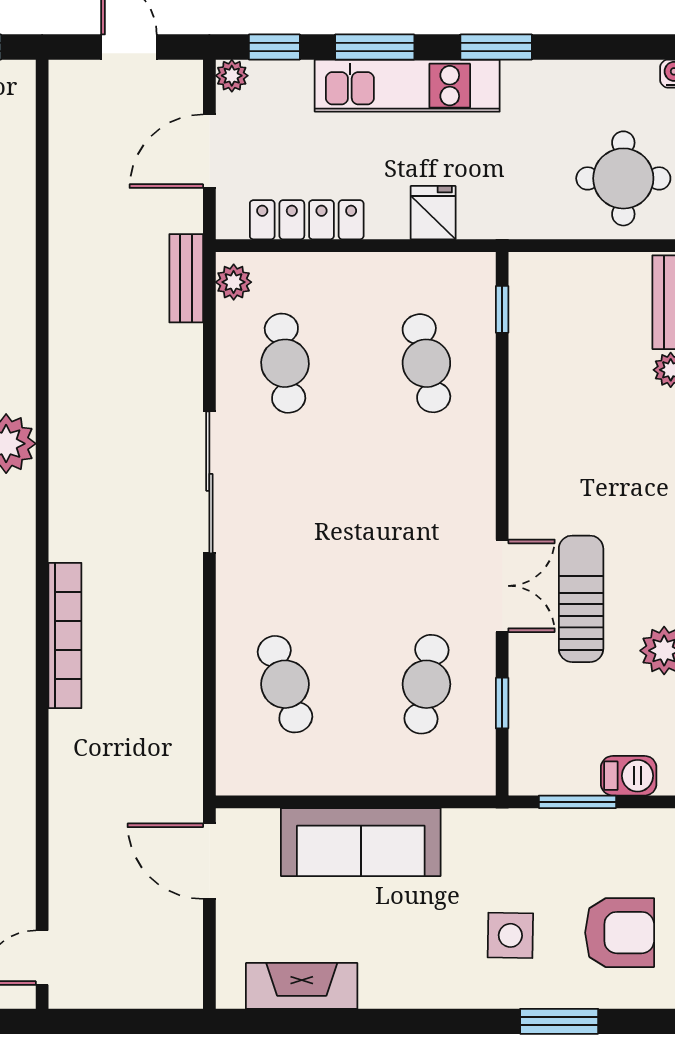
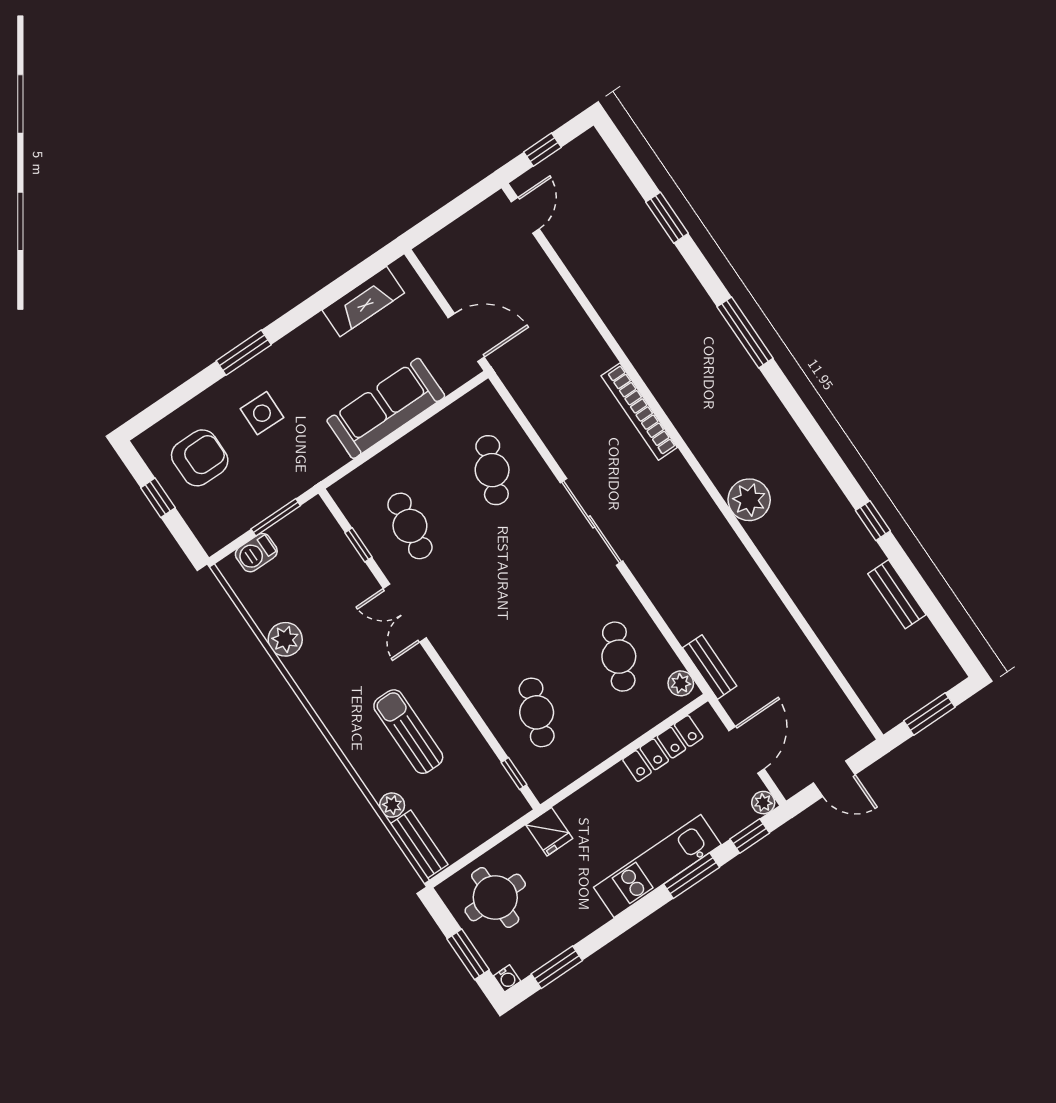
window: (496, 47) -> (557, 967), moved
fridge: (433, 213) -> (549, 832), moved
cafe table: (285, 363) -> (619, 657), turned 30
cafe table: (426, 363) -> (537, 712), turned 33
sliding door: (209, 482) -> (592, 522), moved
sun lounger: (581, 599) -> (408, 732), moved, turned 180
cafe table: (285, 684) -> (492, 470), turned 42
armchair: (620, 933) -> (200, 458), turned 180
window: (559, 1021) -> (244, 353), moved

